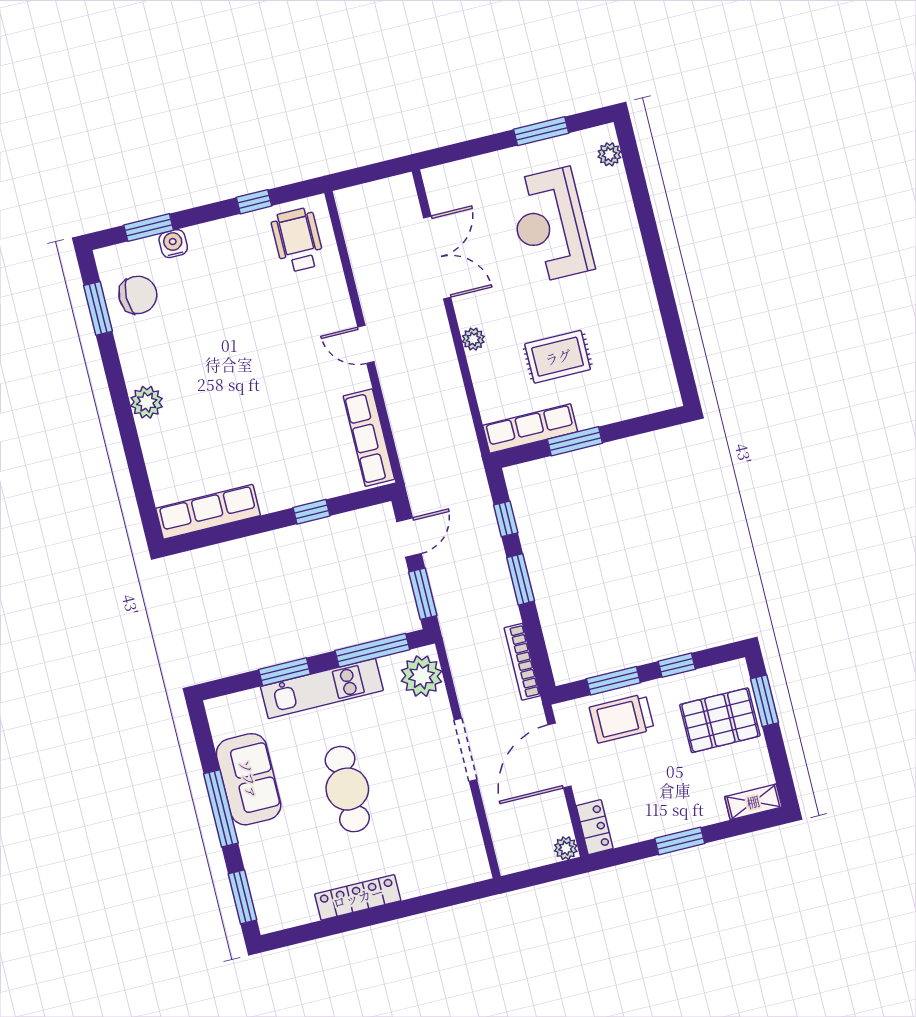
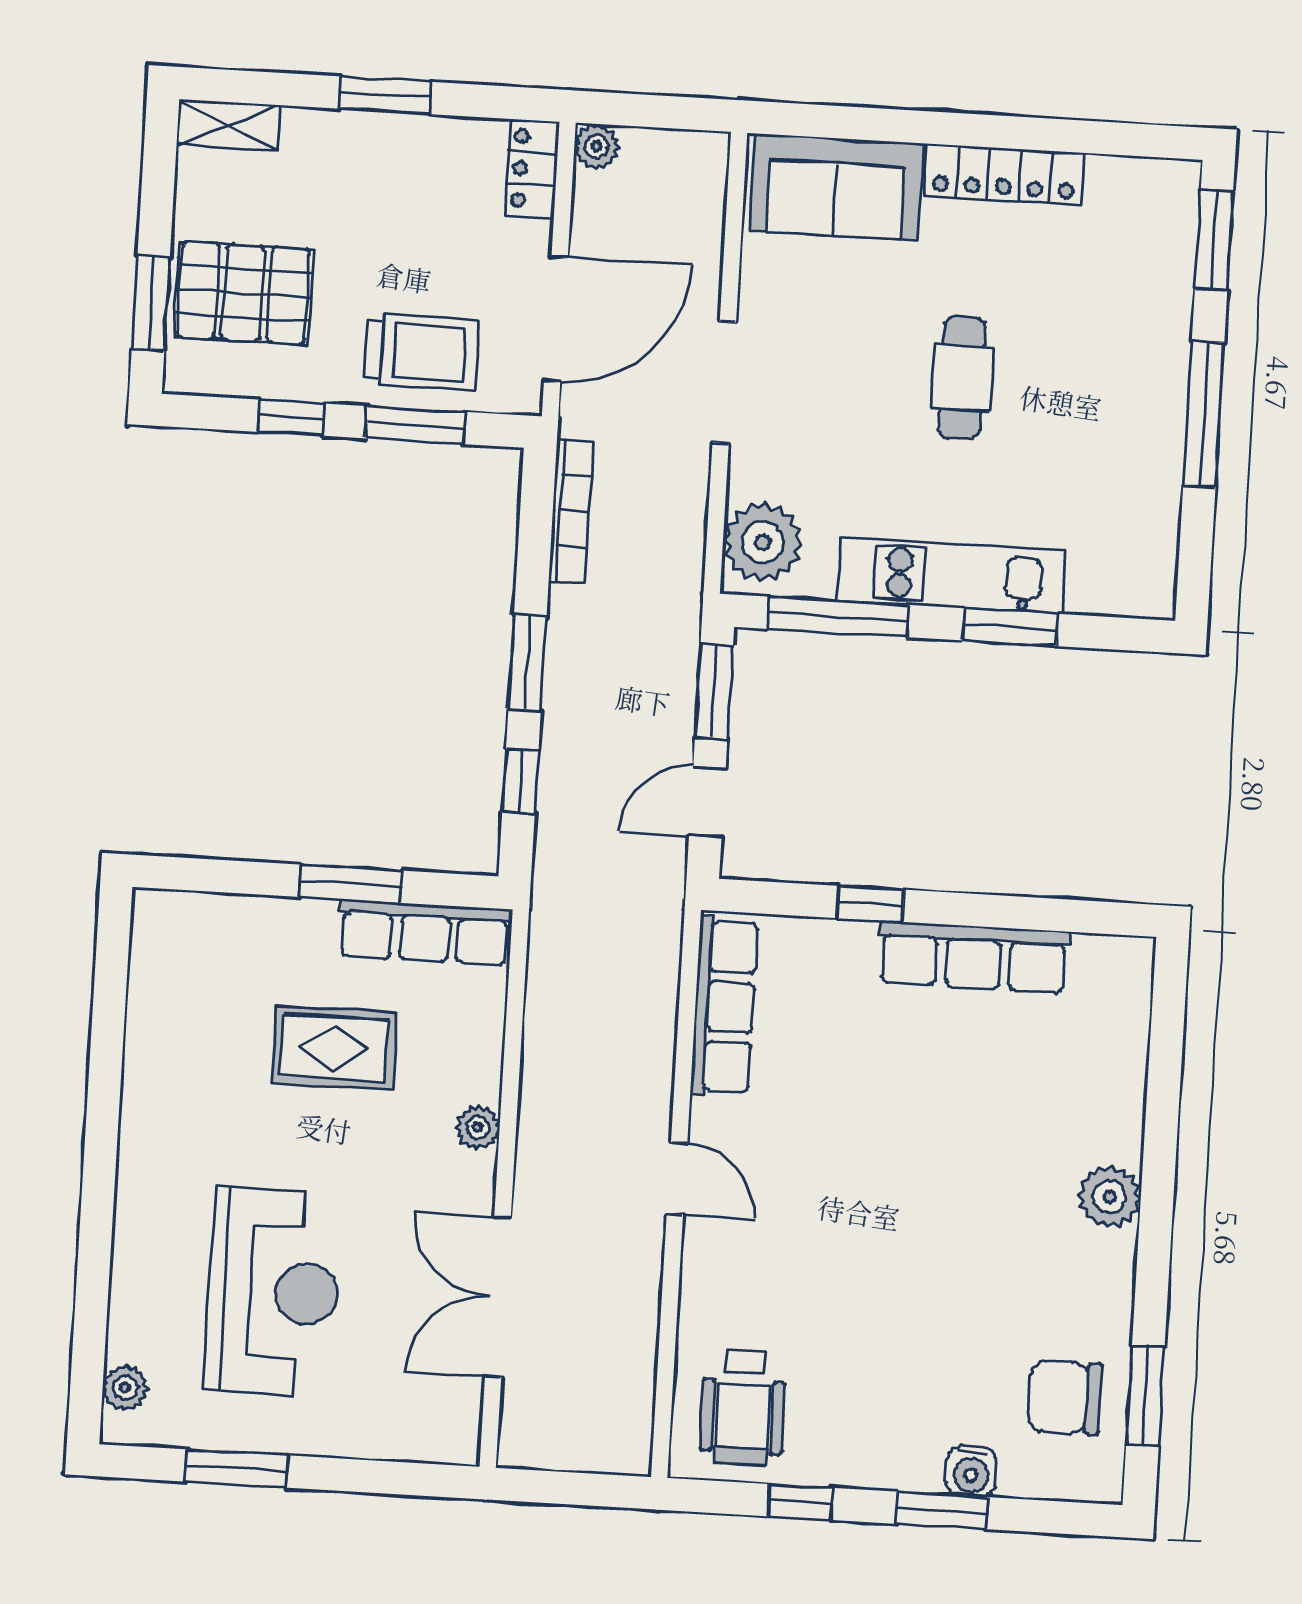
window: (149, 228) -> (942, 1510), moved
row of seats: (208, 512) -> (973, 957), moved
sofa: (249, 779) -> (836, 187), moved, turned -90
cafe table: (347, 789) -> (962, 378), width x0.73, depth x0.74

